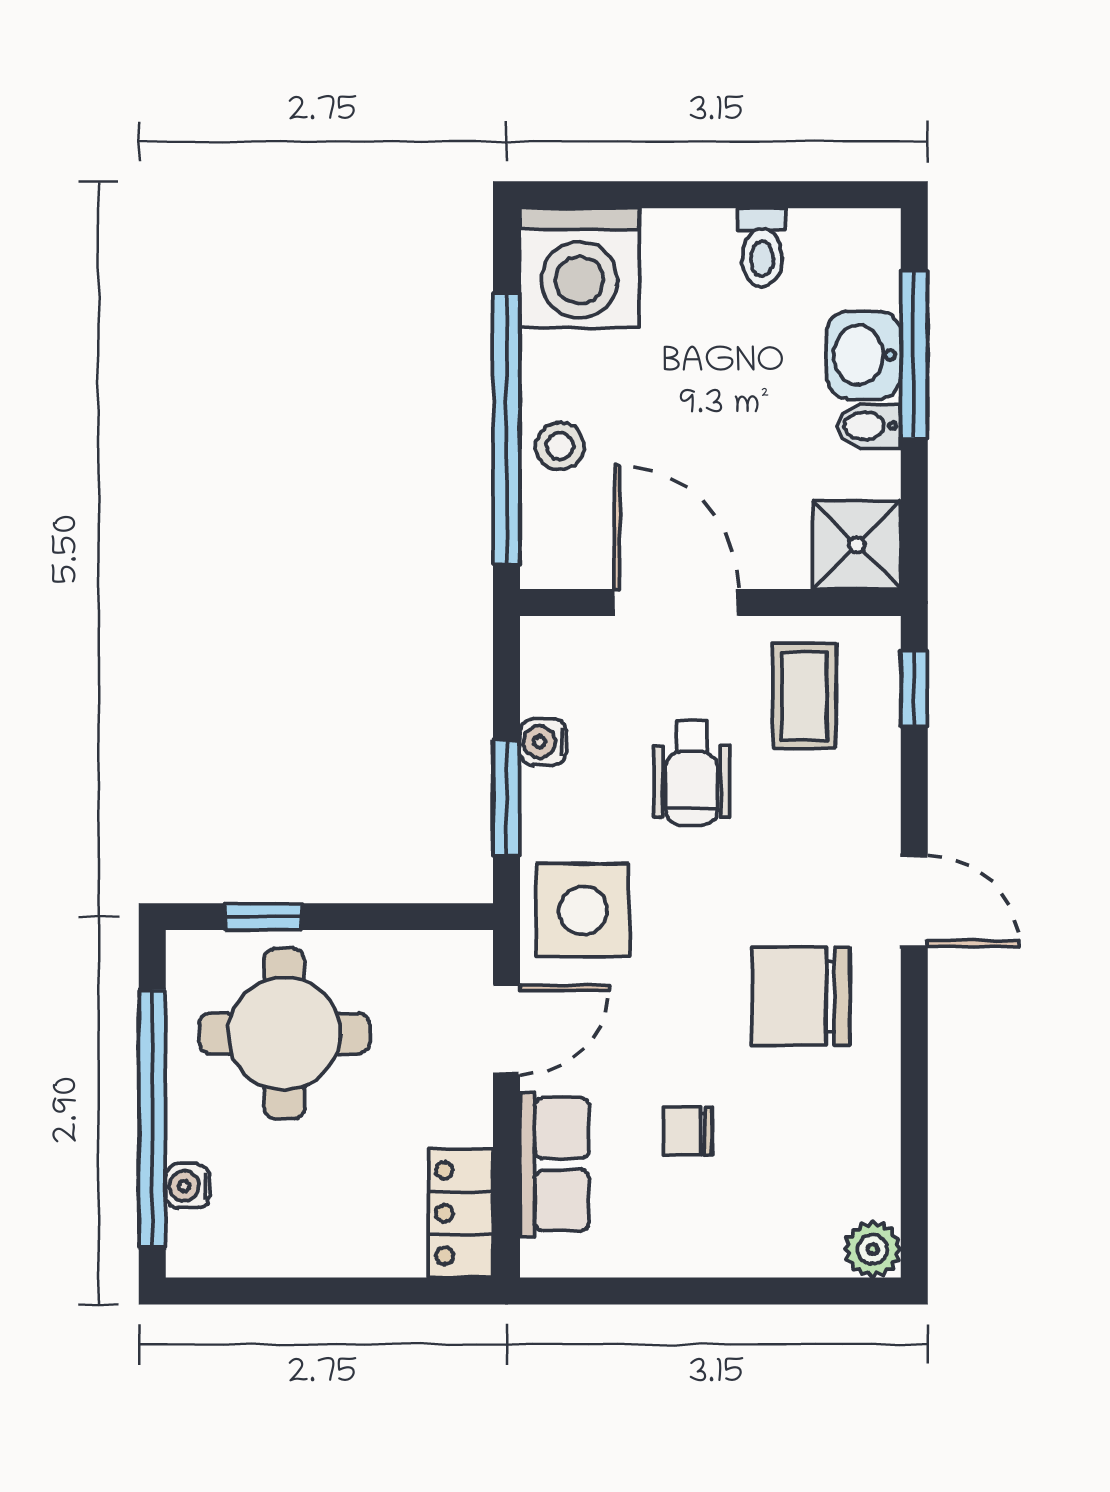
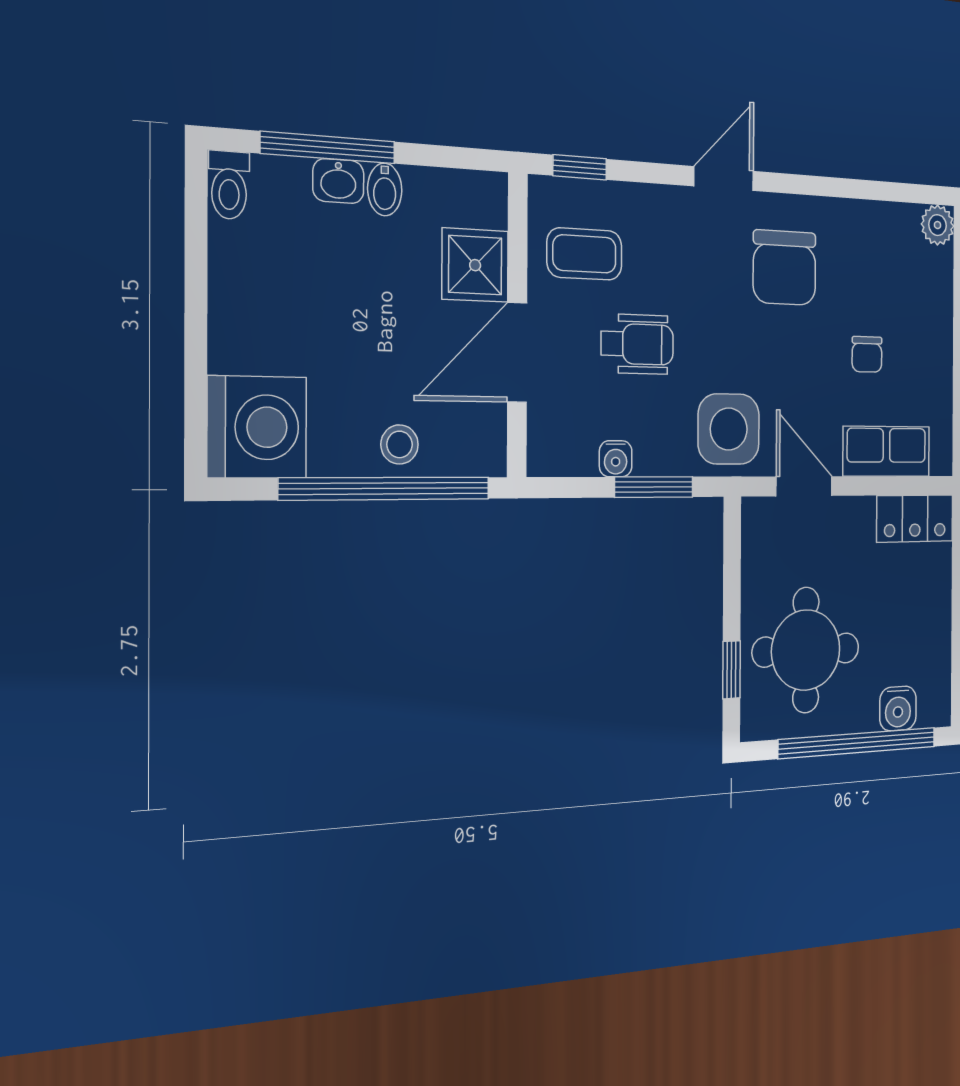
toilet: (762, 248) -> (229, 185), moved, turned 90
washbasin: (864, 355) -> (338, 181), width x0.72, depth x0.69
shower: (857, 545) -> (475, 265), moved
water cooler: (188, 1186) -> (898, 708), width x1.38, depth x1.38

